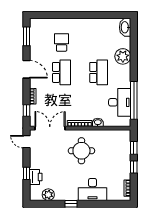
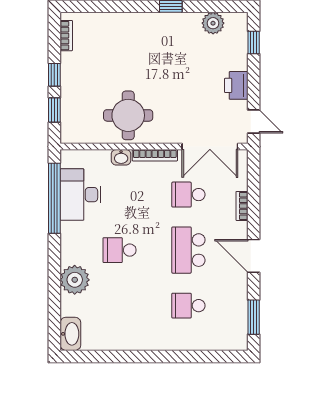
school desk: (62, 42) -> (188, 306), turned 90
school desk: (99, 72) -> (120, 250), width x0.54
school desk: (62, 102) -> (188, 195), added
window: (26, 110) -> (254, 179), removed
round table: (81, 151) -> (128, 115), moved
window: (26, 173) -> (254, 43), moved
printer: (36, 177) -> (236, 85), moved
desk: (93, 189) -> (131, 33), removed

